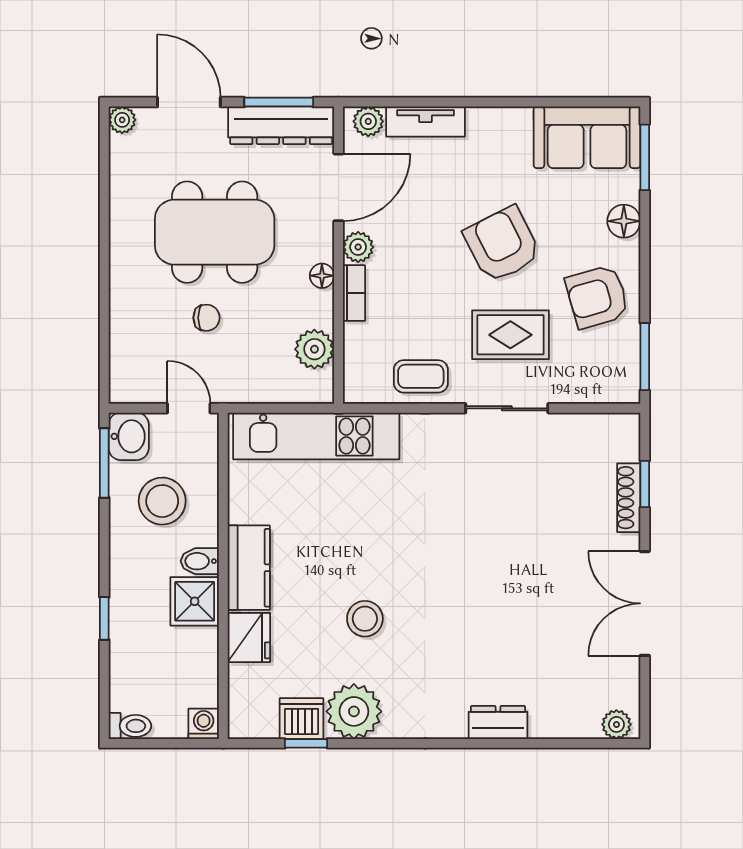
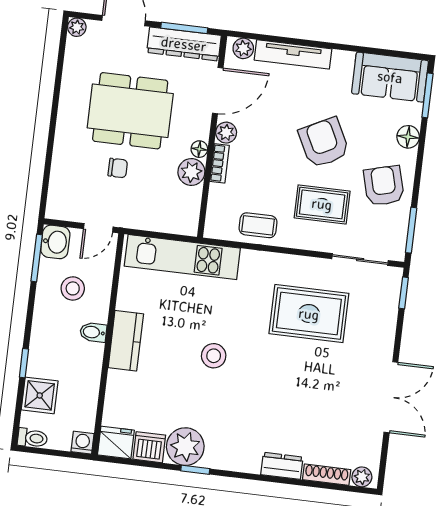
tv unit: (426, 121) -> (293, 54), width x1.41
armchair: (597, 297) -> (384, 186), turned 91
plant: (314, 349) -> (191, 172), moved
door: (189, 408) -> (98, 228), swing flipped
sliding door: (507, 408) -> (360, 260), moved
window: (645, 484) -> (404, 293), moved
rug: (511, 496) -> (309, 314), added
shoe rack: (629, 498) -> (327, 475), moved, turned 90
stool: (162, 501) -> (73, 288), width x0.73, depth x0.73
shower: (195, 601) -> (40, 395), moved
double door: (645, 603) -> (391, 397), swing flipped
stool: (365, 619) -> (214, 356), moved
fridge: (249, 638) -> (116, 443), moved, turned -90
window: (306, 743) -> (195, 470), moved

